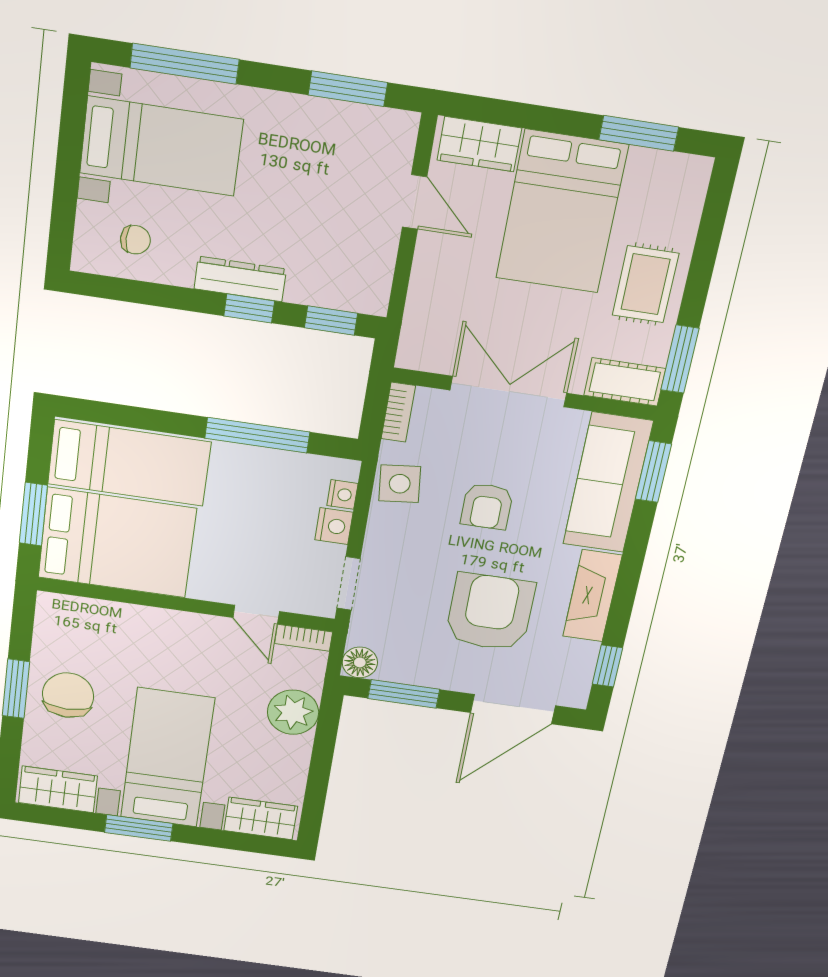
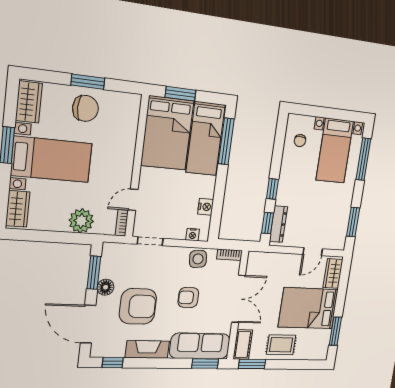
dresser: (240, 279) -> (278, 224), moved
window: (257, 435) -> (226, 141), moved
nightstand: (334, 526) -> (206, 207), moved, turned -90
floor lamp: (360, 662) -> (106, 287), moved

